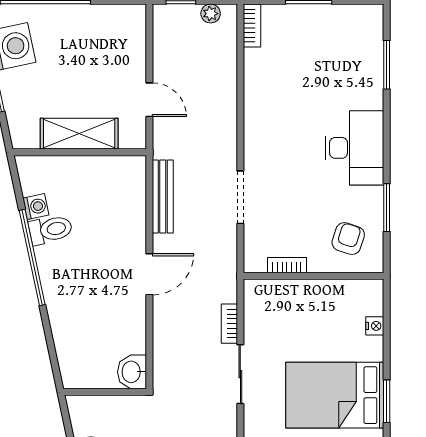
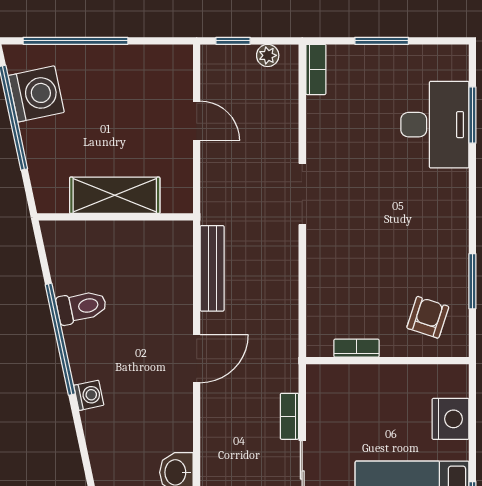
door: (149, 100) -> (197, 121), moved
desk: (354, 148) -> (435, 125), moved
doorway: (240, 197) -> (302, 194), moved
washing machine: (36, 207) -> (89, 395), moved
nightstand: (375, 326) -> (451, 419), width x1.89, depth x1.79

